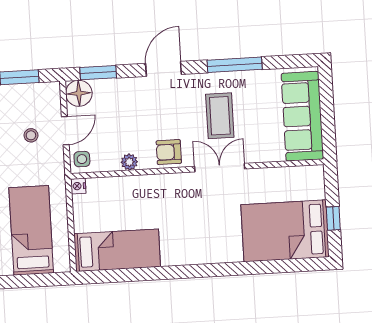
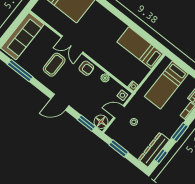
window: (235, 65) -> (20, 71), moved

